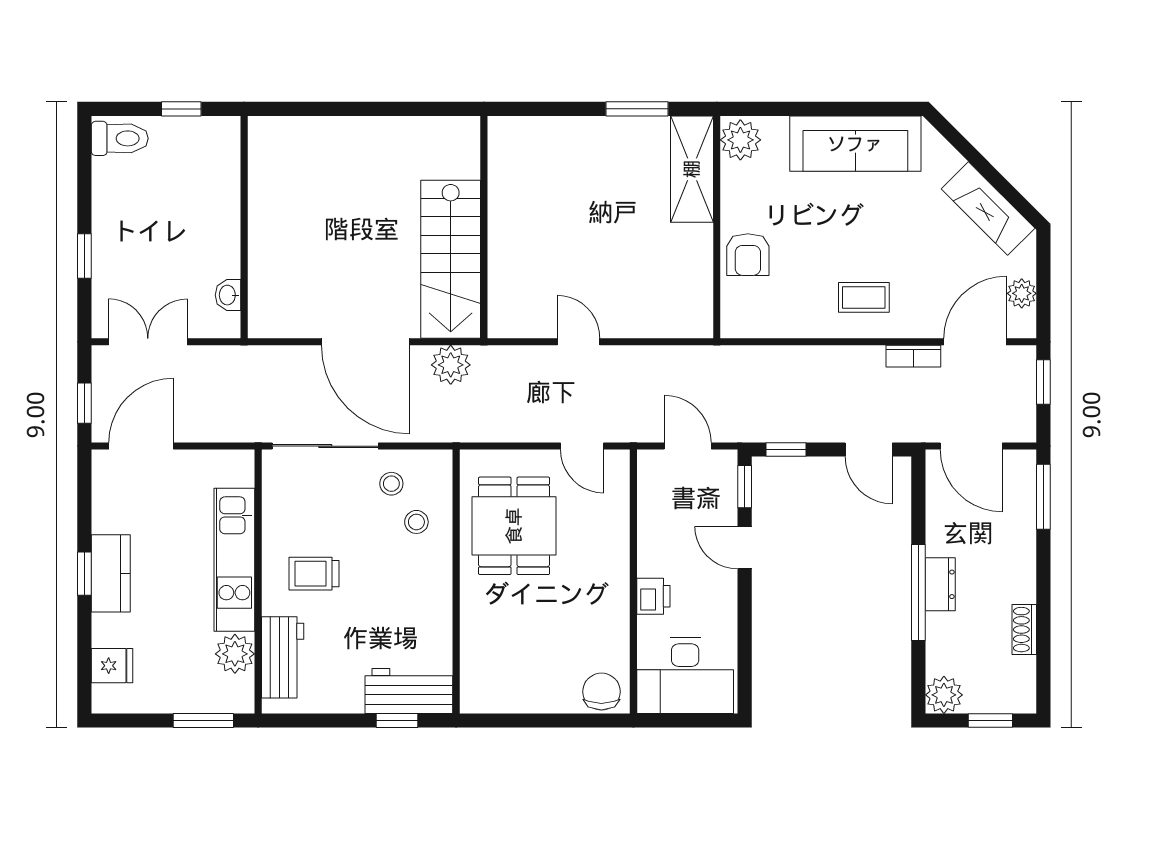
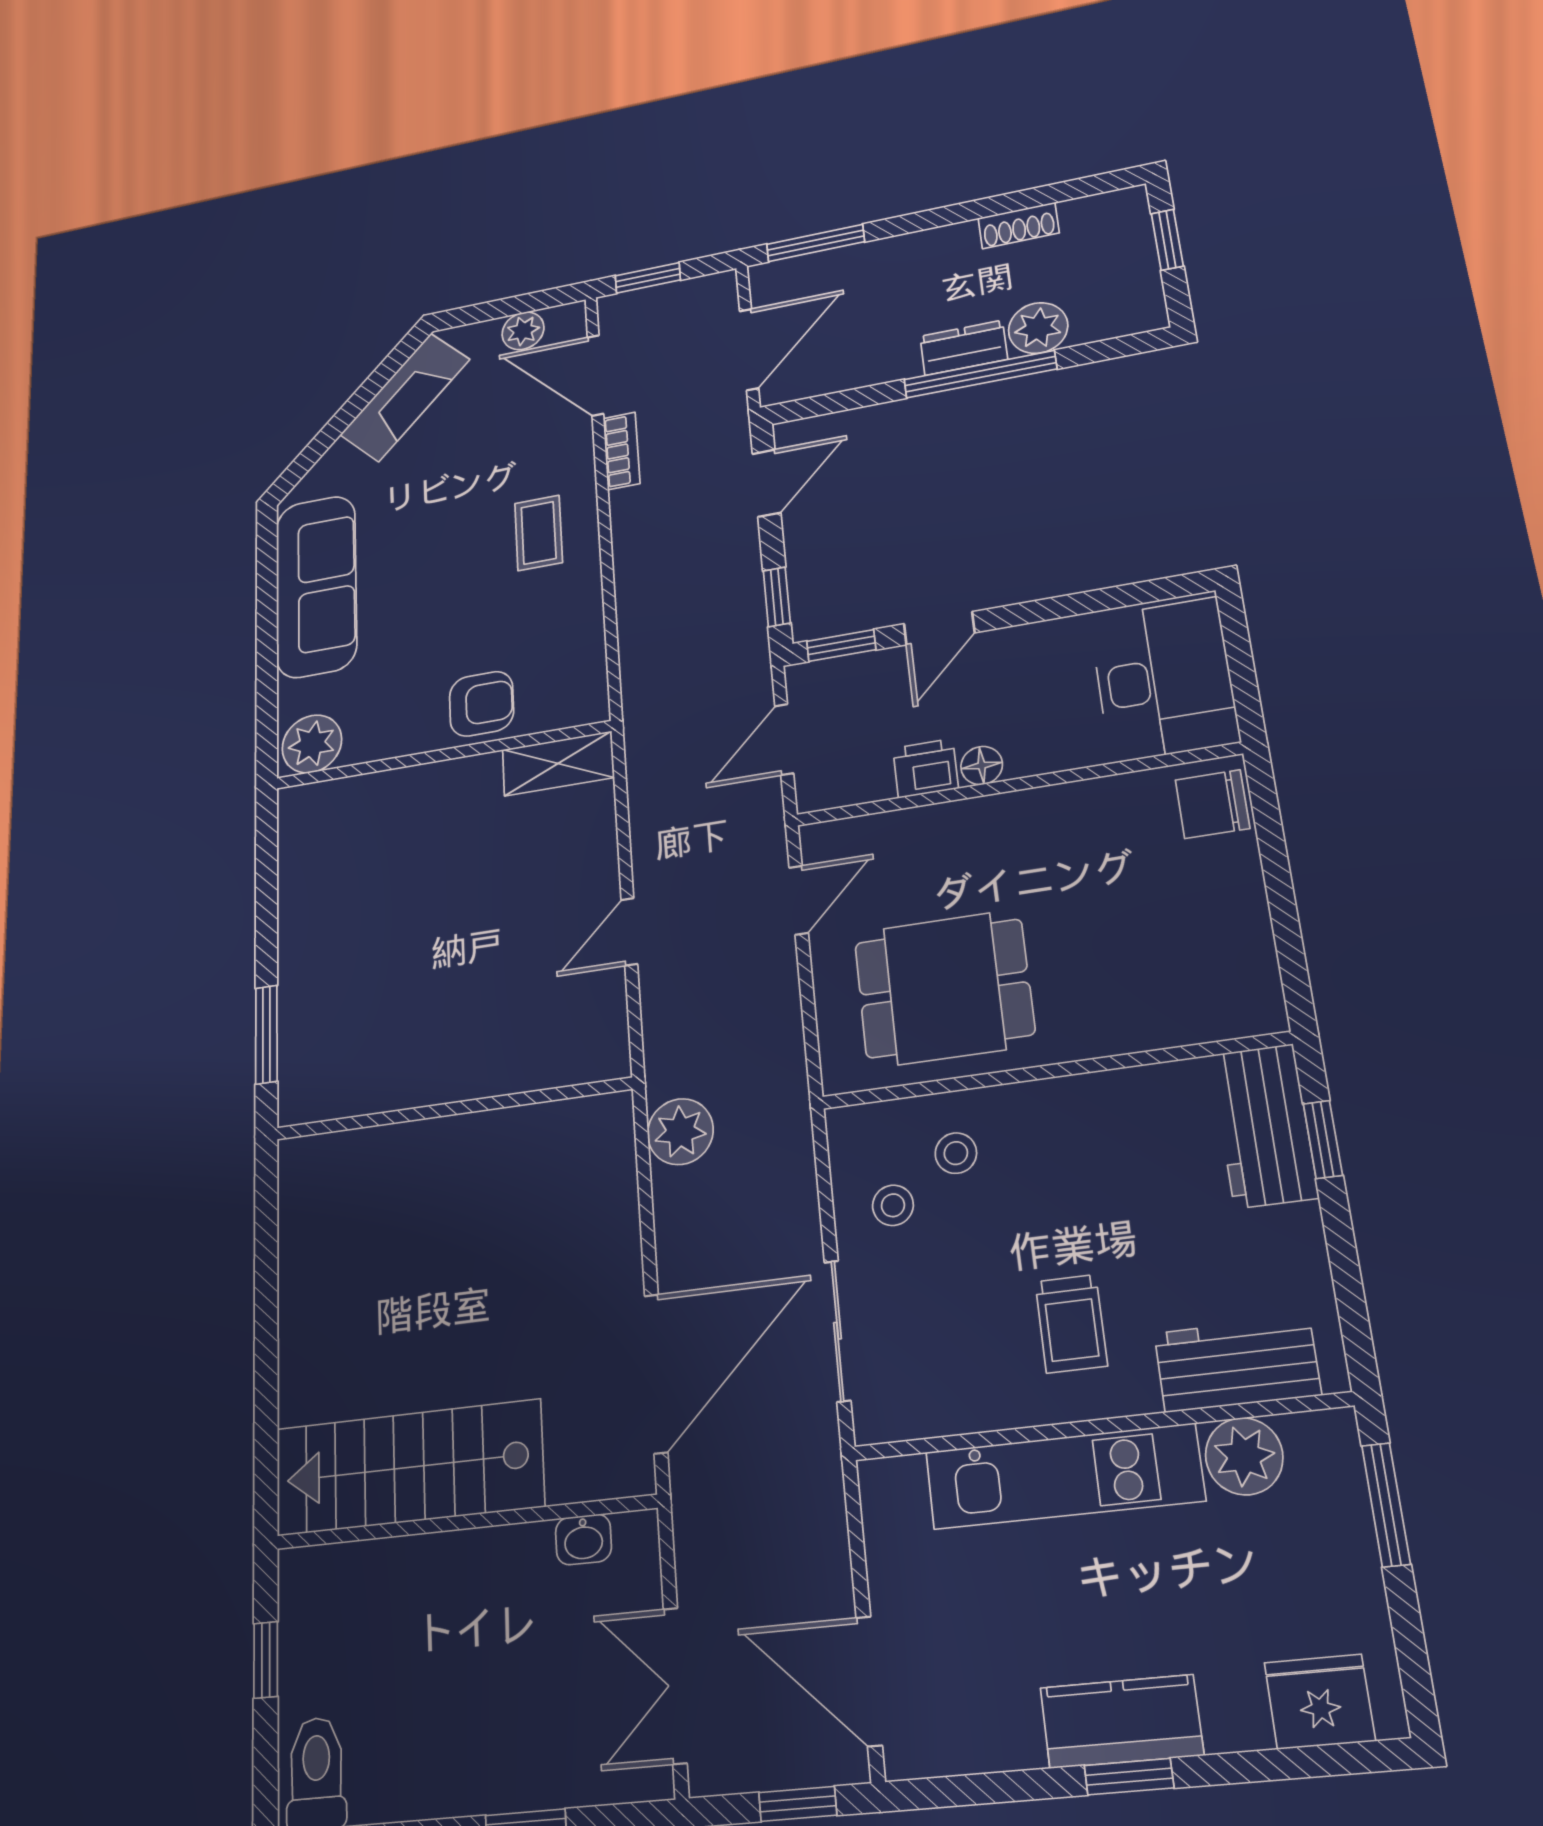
window: (637, 109) -> (266, 1035), moved
shelving: (692, 169) -> (558, 764), moved, width x0.67, depth x0.75
stairs: (451, 259) -> (409, 1467), moved, turned 180
door: (366, 342) -> (656, 1373), moved
sliding door: (325, 446) -> (837, 1331), width x0.73
floor lamp: (649, 563) -> (982, 766), added
printer: (653, 596) -> (926, 768), moved
fridge: (112, 666) -> (1320, 1702), width x1.38
plant: (944, 695) -> (1038, 328), moved

